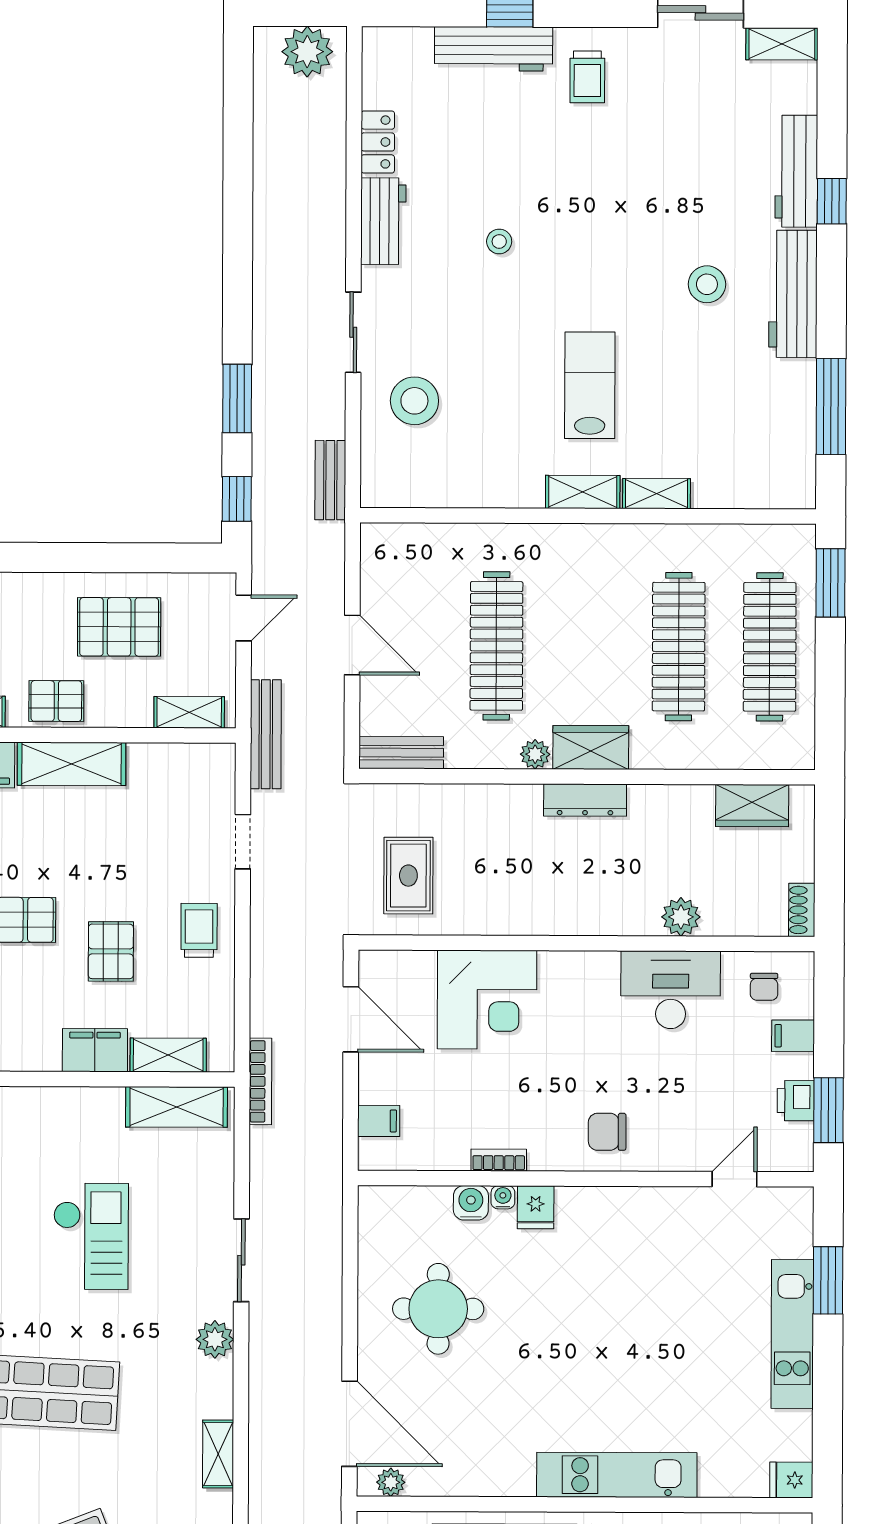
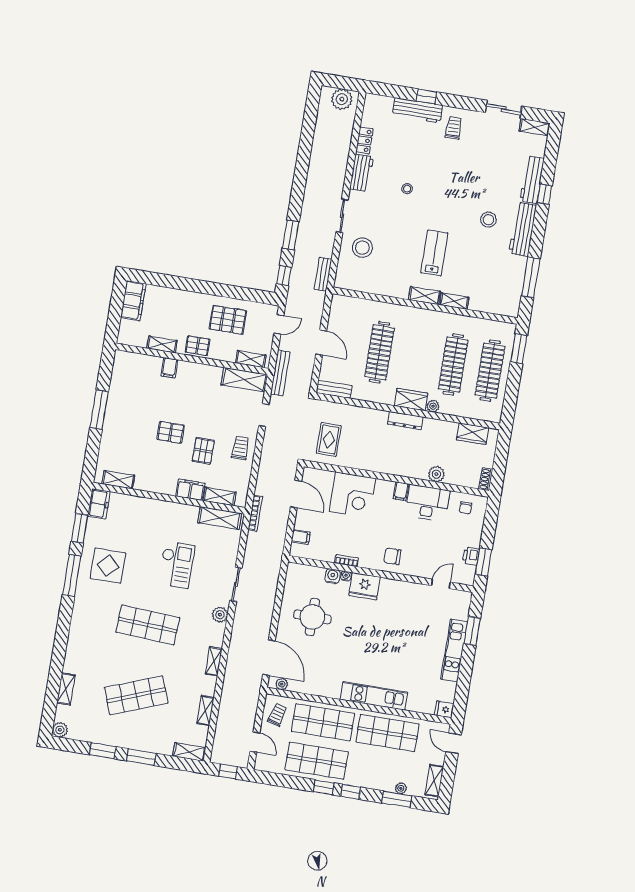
trolley: (587, 77) -> (454, 128), turned 180
plant: (535, 754) -> (433, 406), moved
shelving: (71, 764) -> (244, 380), moved
filing cabinet: (793, 1036) -> (401, 491), moved, turned -90
fridge: (536, 1207) -> (364, 586), width x1.88, depth x1.34

